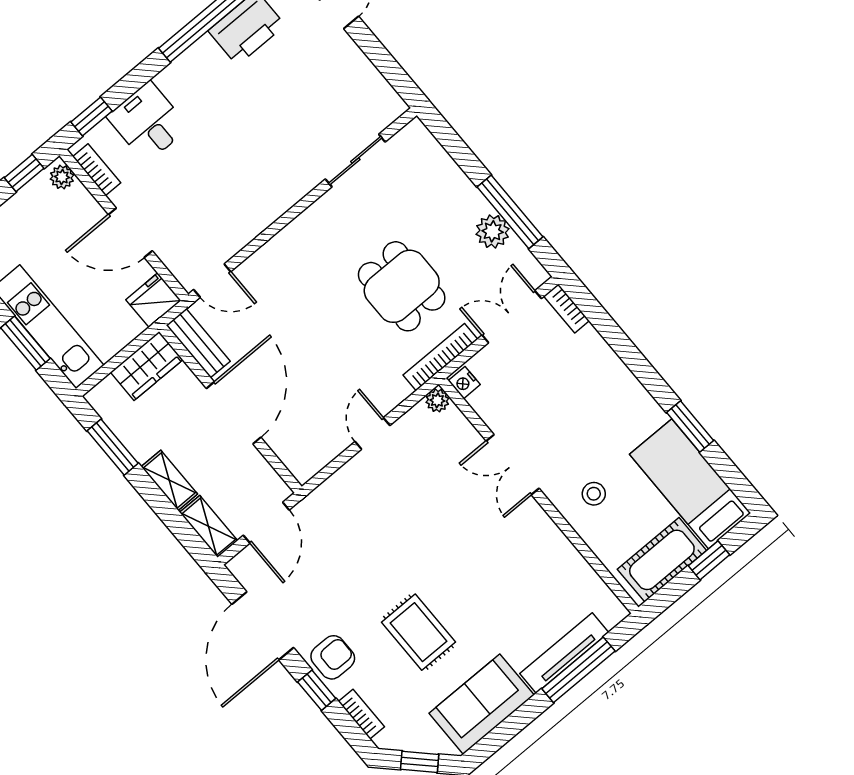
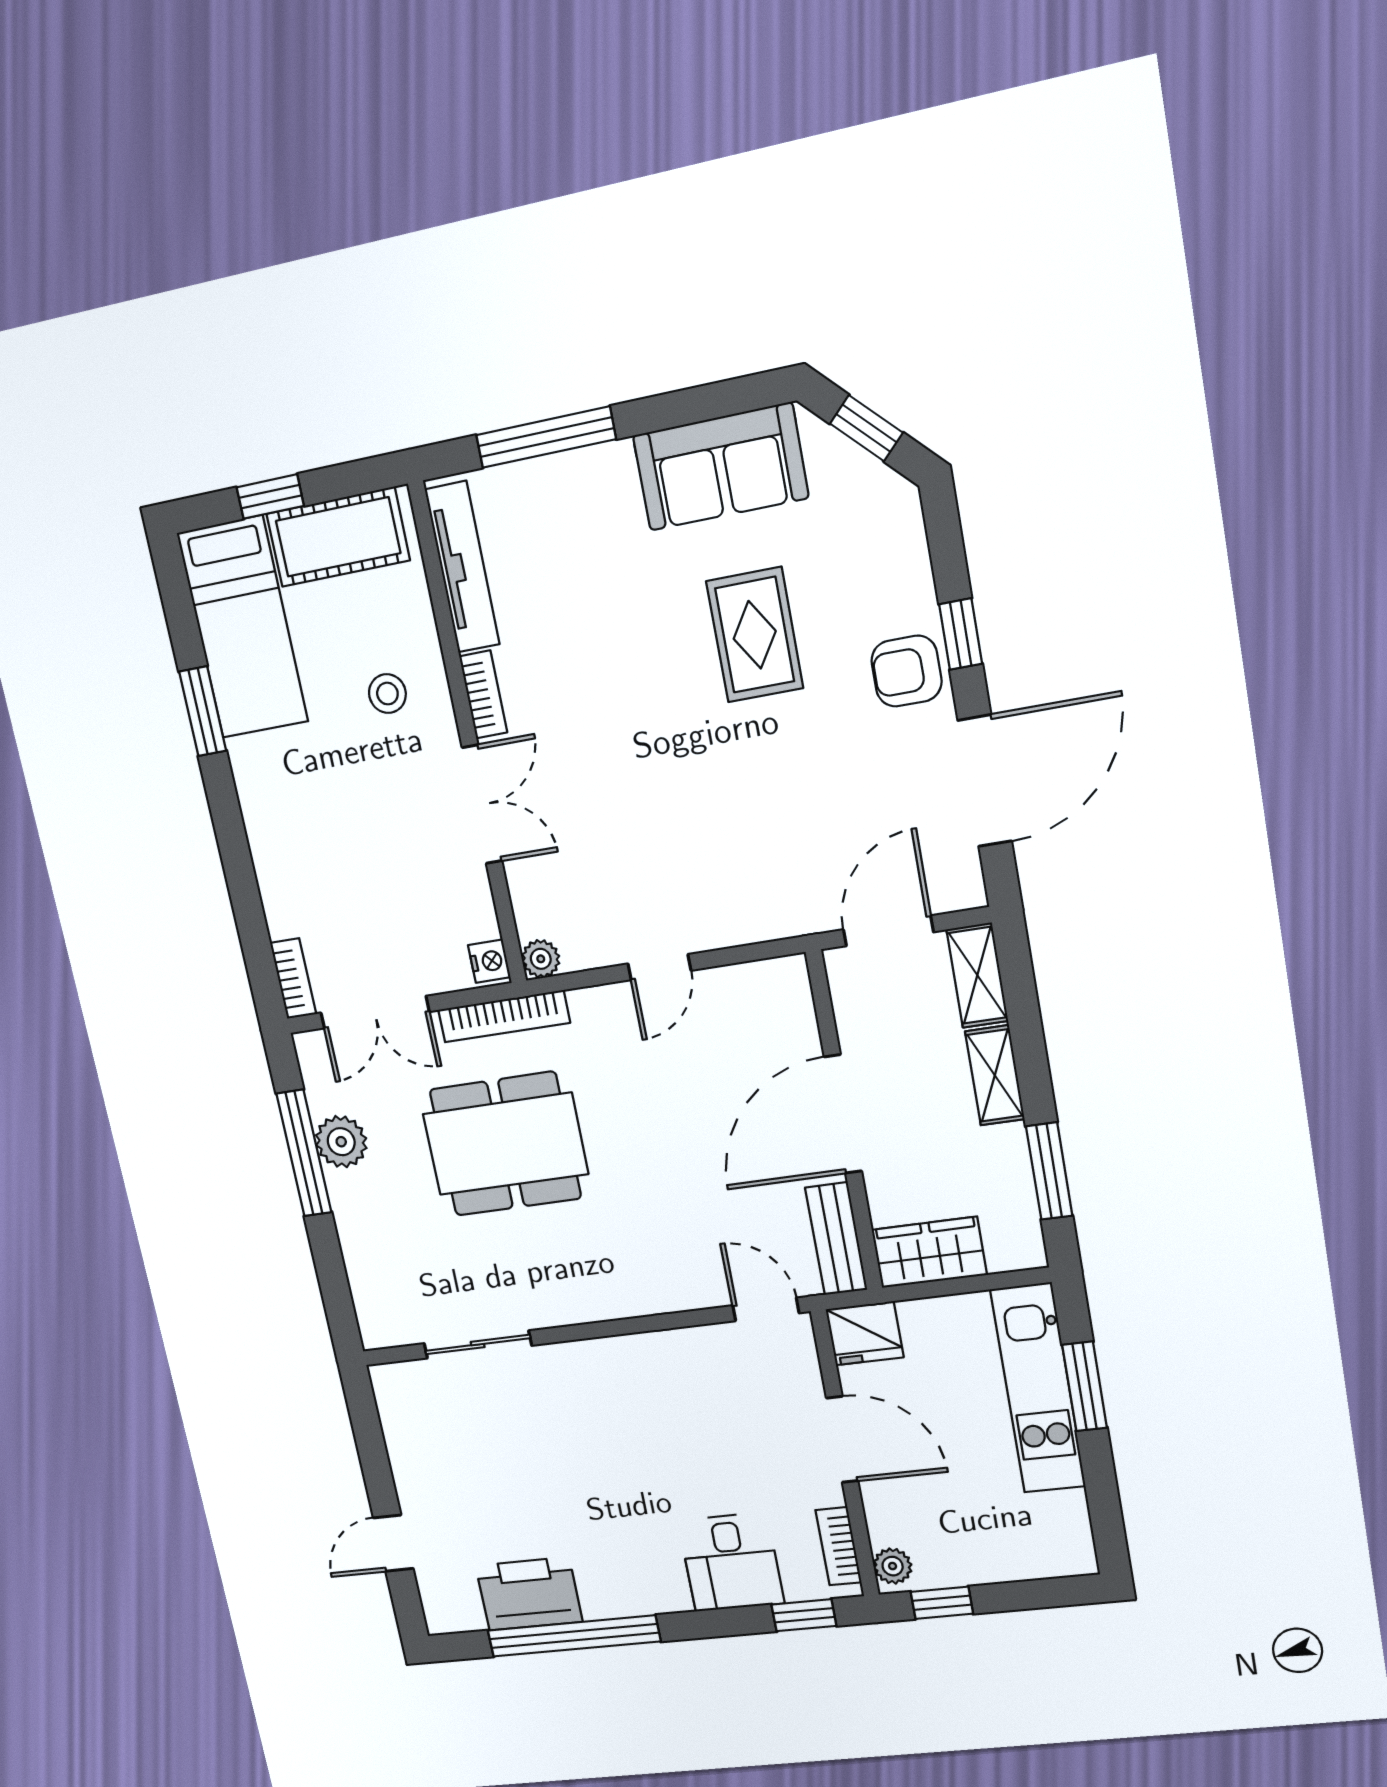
dining table: (402, 286) -> (505, 1144), width x1.38
tv unit: (564, 653) -> (462, 567), moved, turned -90
bookcase: (361, 714) -> (483, 694), moved, turned 180

